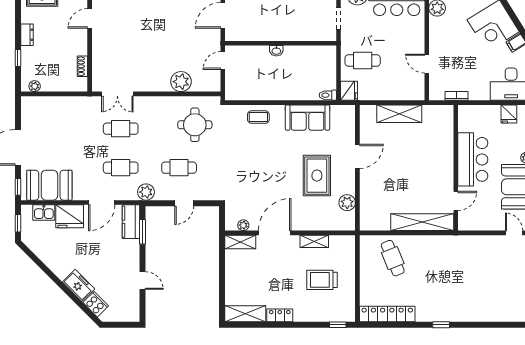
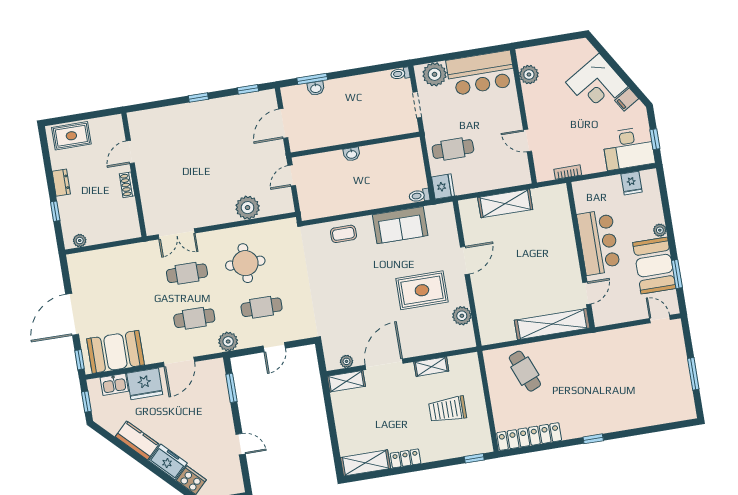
shoe rack: (82, 66) -> (127, 185), moved
round table: (195, 125) -> (245, 263), moved
rug: (317, 176) -> (422, 290), turned 90
kitchen counter: (131, 222) -> (137, 440), moved, turned 135

